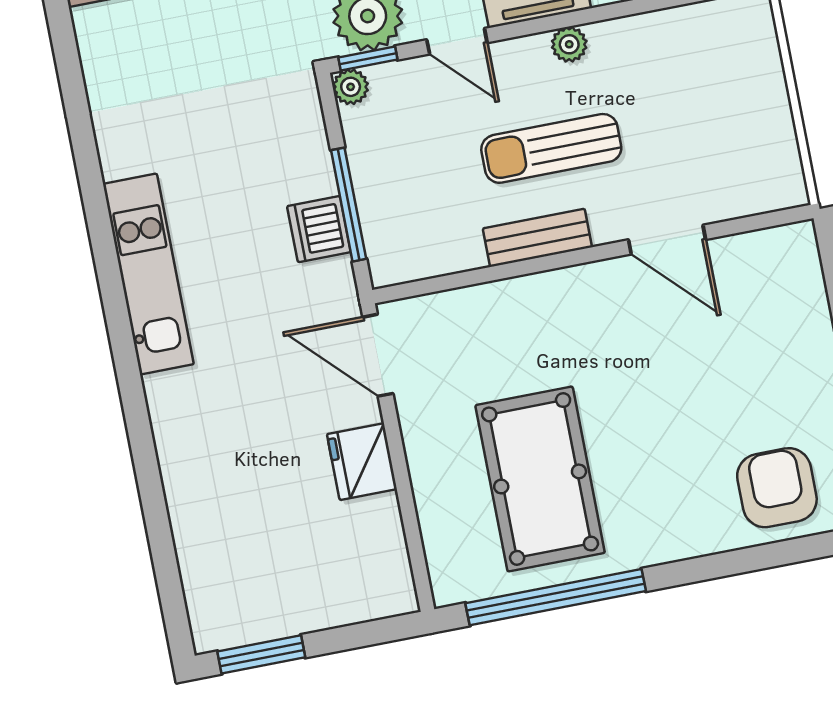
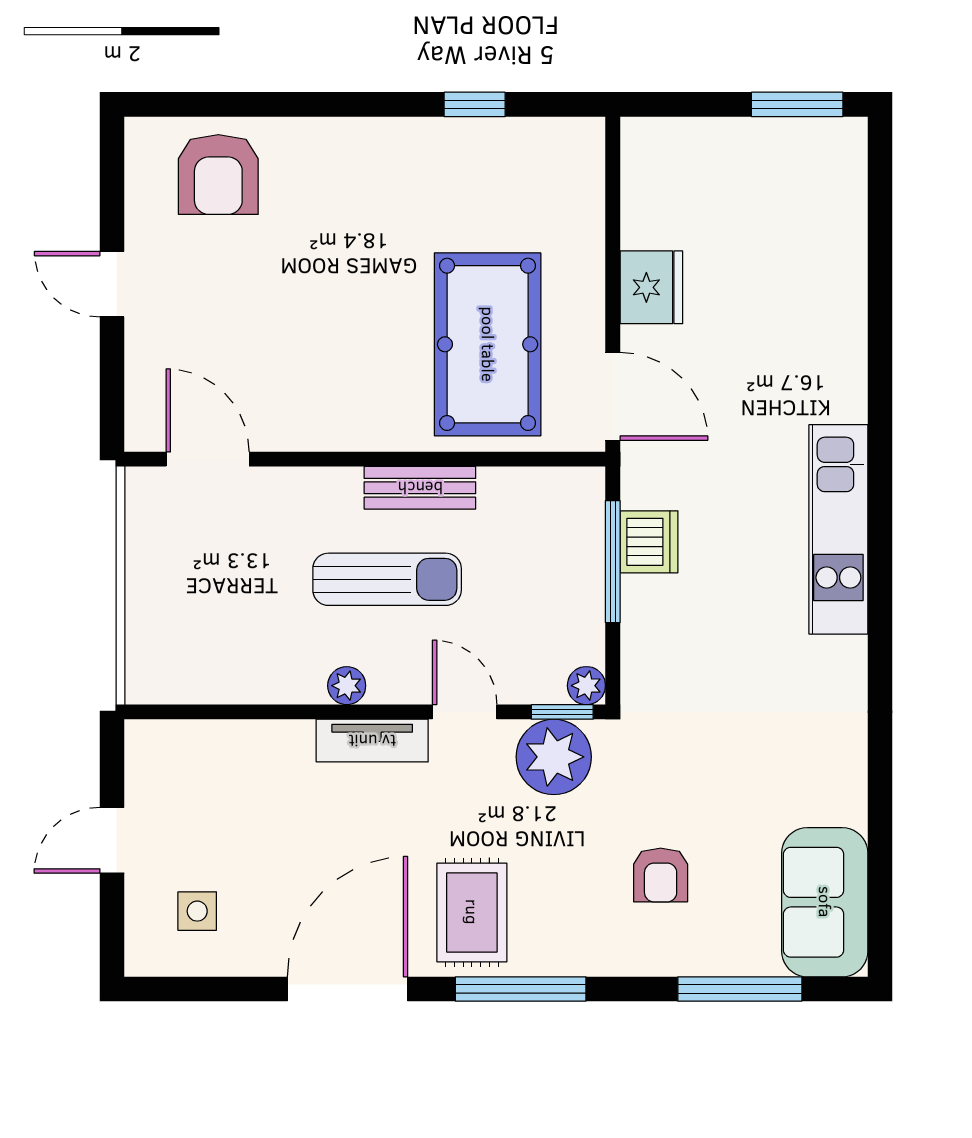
door: (667, 240) -> (208, 459), moved
pool table: (540, 479) -> (488, 344), moved
window: (556, 597) -> (475, 104), width x0.32

